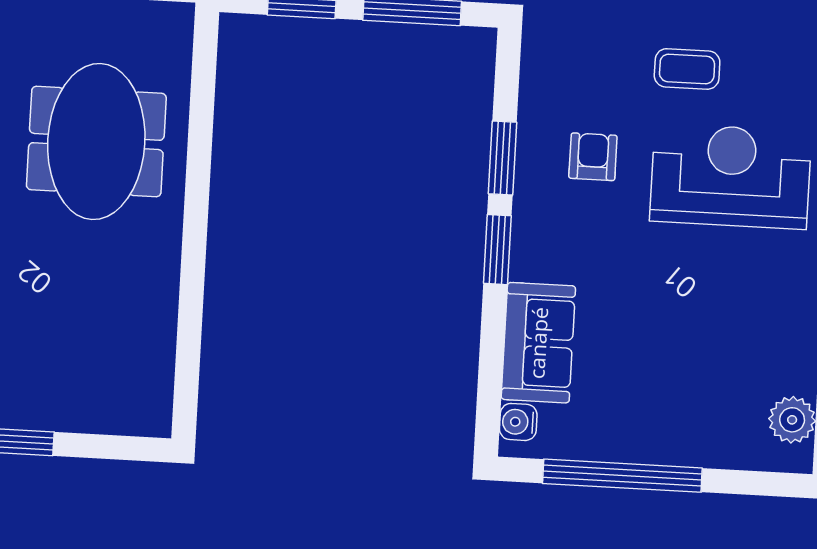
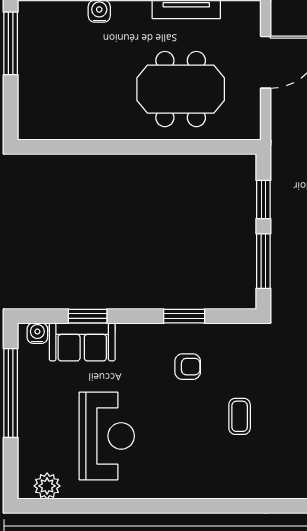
reception desk: (731, 176) -> (107, 436), moved
window: (497, 250) -> (88, 316), moved

